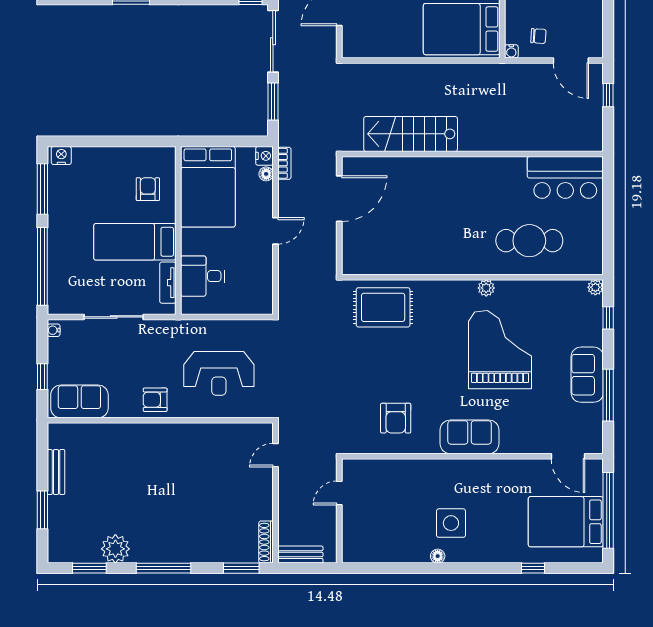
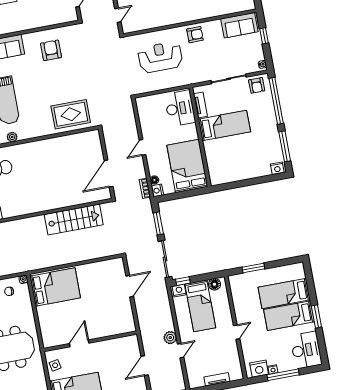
armchair: (148, 189) -> (257, 85), moved
desk: (202, 276) -> (180, 108), width x1.37

